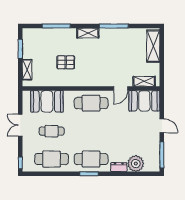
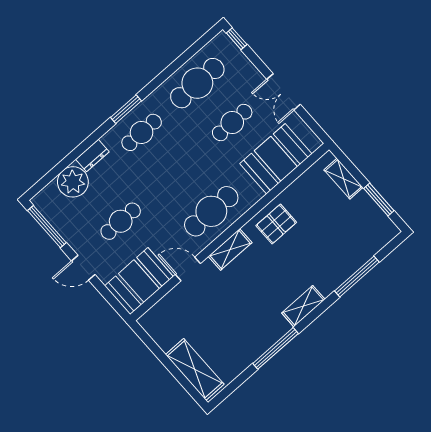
pallet: (66, 62) -> (276, 224), moved
shelving: (144, 81) -> (230, 250), moved
door: (121, 88) -> (188, 269), hinge flipped
double door: (20, 125) -> (284, 92), swing flipped
cafe table: (131, 131) -> (121, 221), added
cafe table: (91, 159) -> (142, 132), width x0.73, depth x0.74

